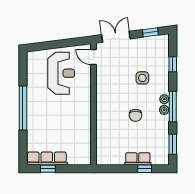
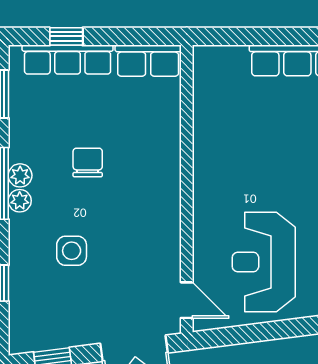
row of seats: (110, 158) -> (148, 61), added
row of seats: (138, 159) -> (68, 60), width x1.48
window: (48, 169) -> (295, 36), removed

